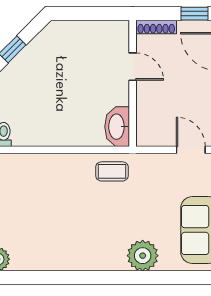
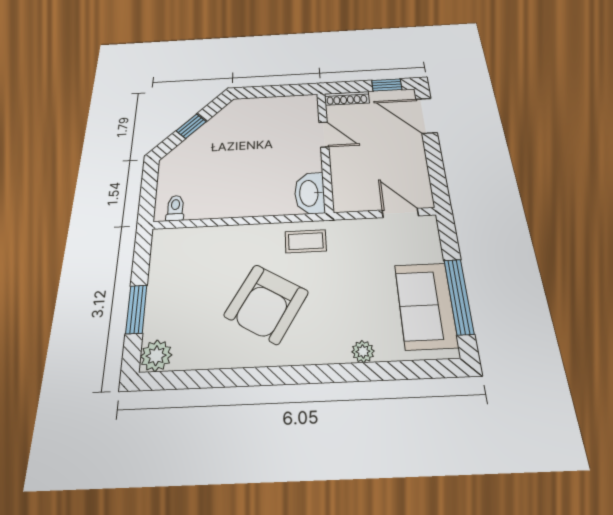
armchair: (80, 223) -> (266, 304), added
plant: (143, 256) -> (363, 351), width x0.53, depth x0.53

